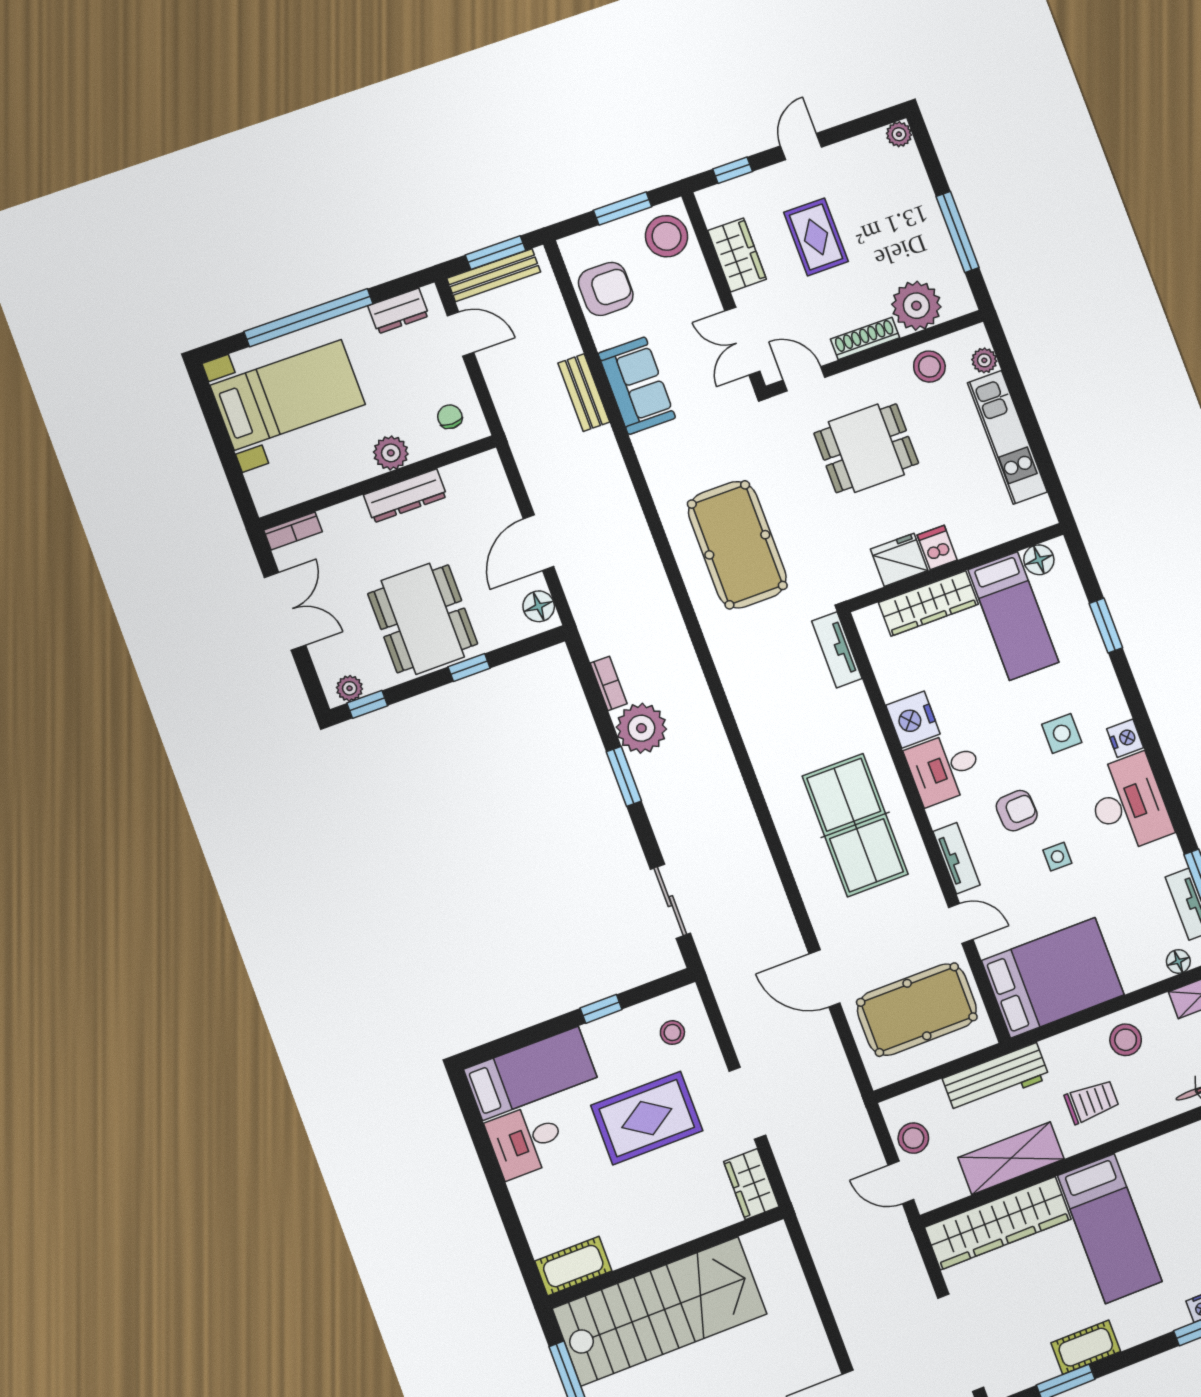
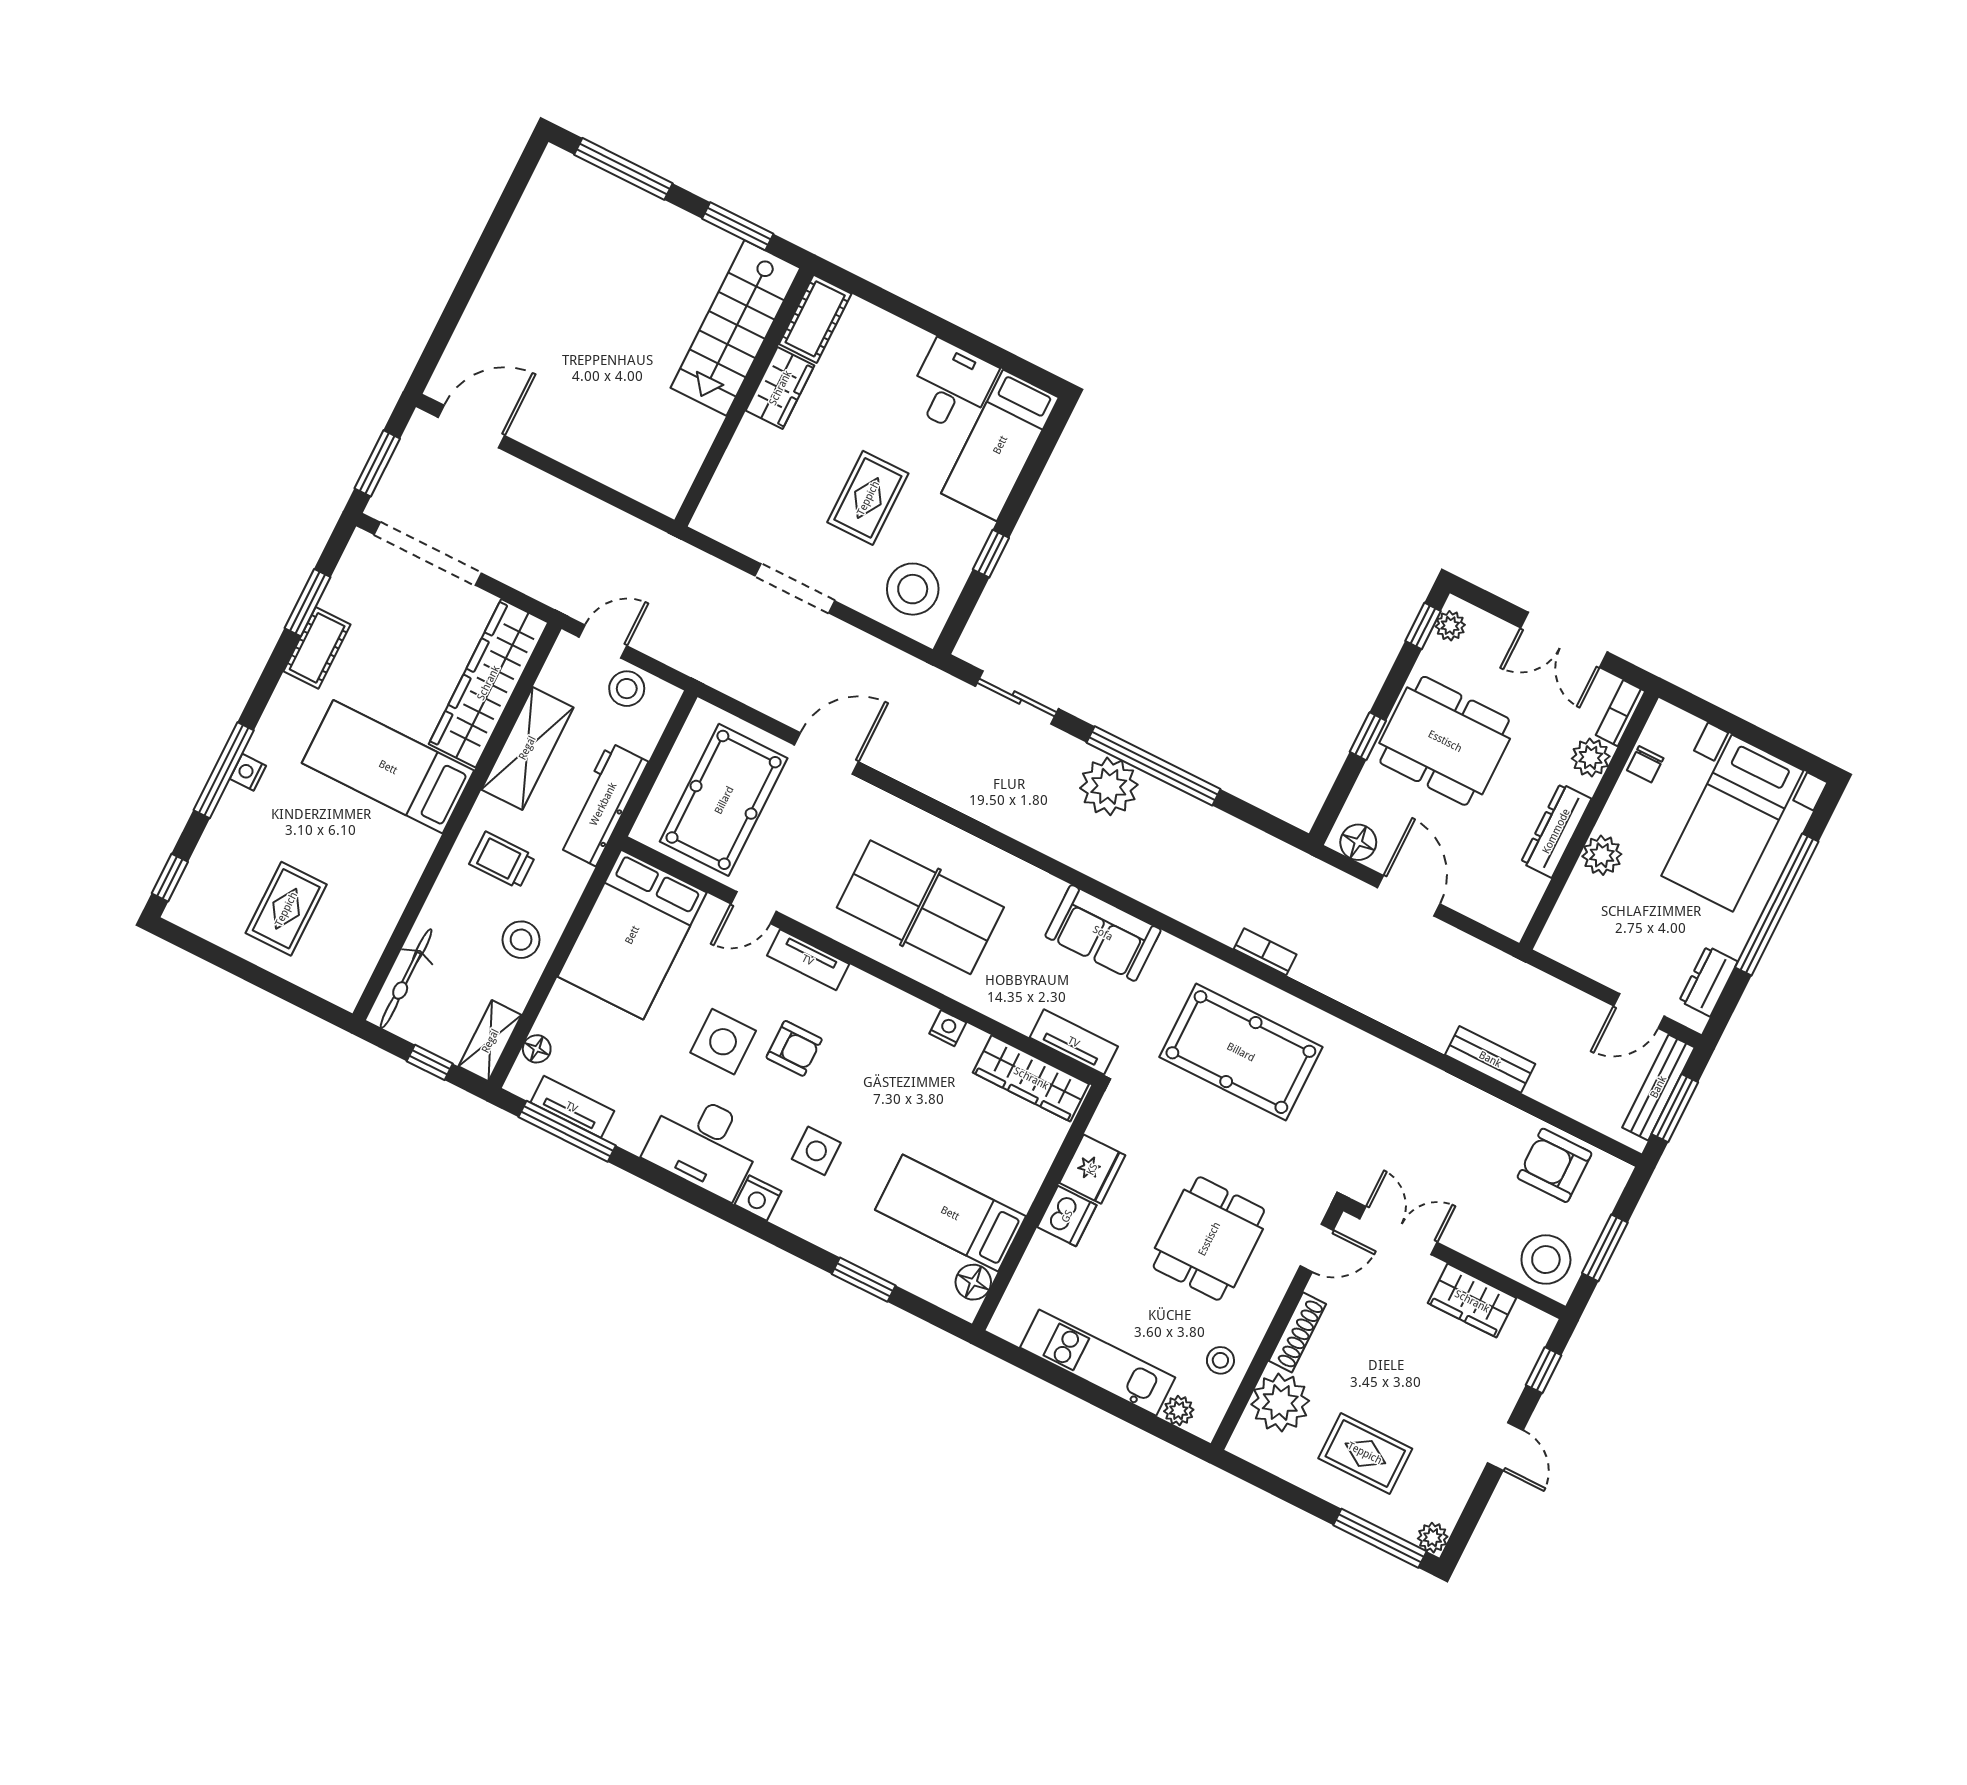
window: (958, 232) -> (1380, 1538), moved
rug: (816, 237) -> (1365, 1453), moved
armchair: (606, 289) -> (1554, 1165), turned 90
stool: (929, 367) -> (1220, 1360), width x0.73, depth x0.73
sofa: (637, 386) -> (1103, 933), moved
chair: (450, 417) -> (1645, 764), moved, turned 90
plant: (339, 521) -> (1591, 757), added
dishwasher: (937, 547) -> (1067, 1216), width x1.38
wardrobe: (928, 603) -> (1031, 1078), moved, turned -90
bookcase: (609, 683) -> (1265, 952), moved, turned 180
nightstand: (913, 720) -> (948, 1028), width x0.53, depth x0.56
plant: (641, 728) -> (1109, 786), moved
desk: (944, 768) -> (889, 1027), removed
window: (624, 776) -> (1154, 766), width x2.11
armchair: (1017, 811) -> (794, 1048), turned -87
side table: (1057, 857) -> (723, 1042), width x1.87, depth x1.87
stool: (672, 1033) -> (913, 589), width x1.89, depth x1.89
trolley: (1092, 1101) -> (502, 860), turned 90
rug: (647, 1118) -> (868, 498), width x0.73, depth x0.70
wardrobe: (751, 1184) -> (780, 388), moved, turned 90
stairs: (660, 1311) -> (735, 328), width x0.73, depth x0.66

